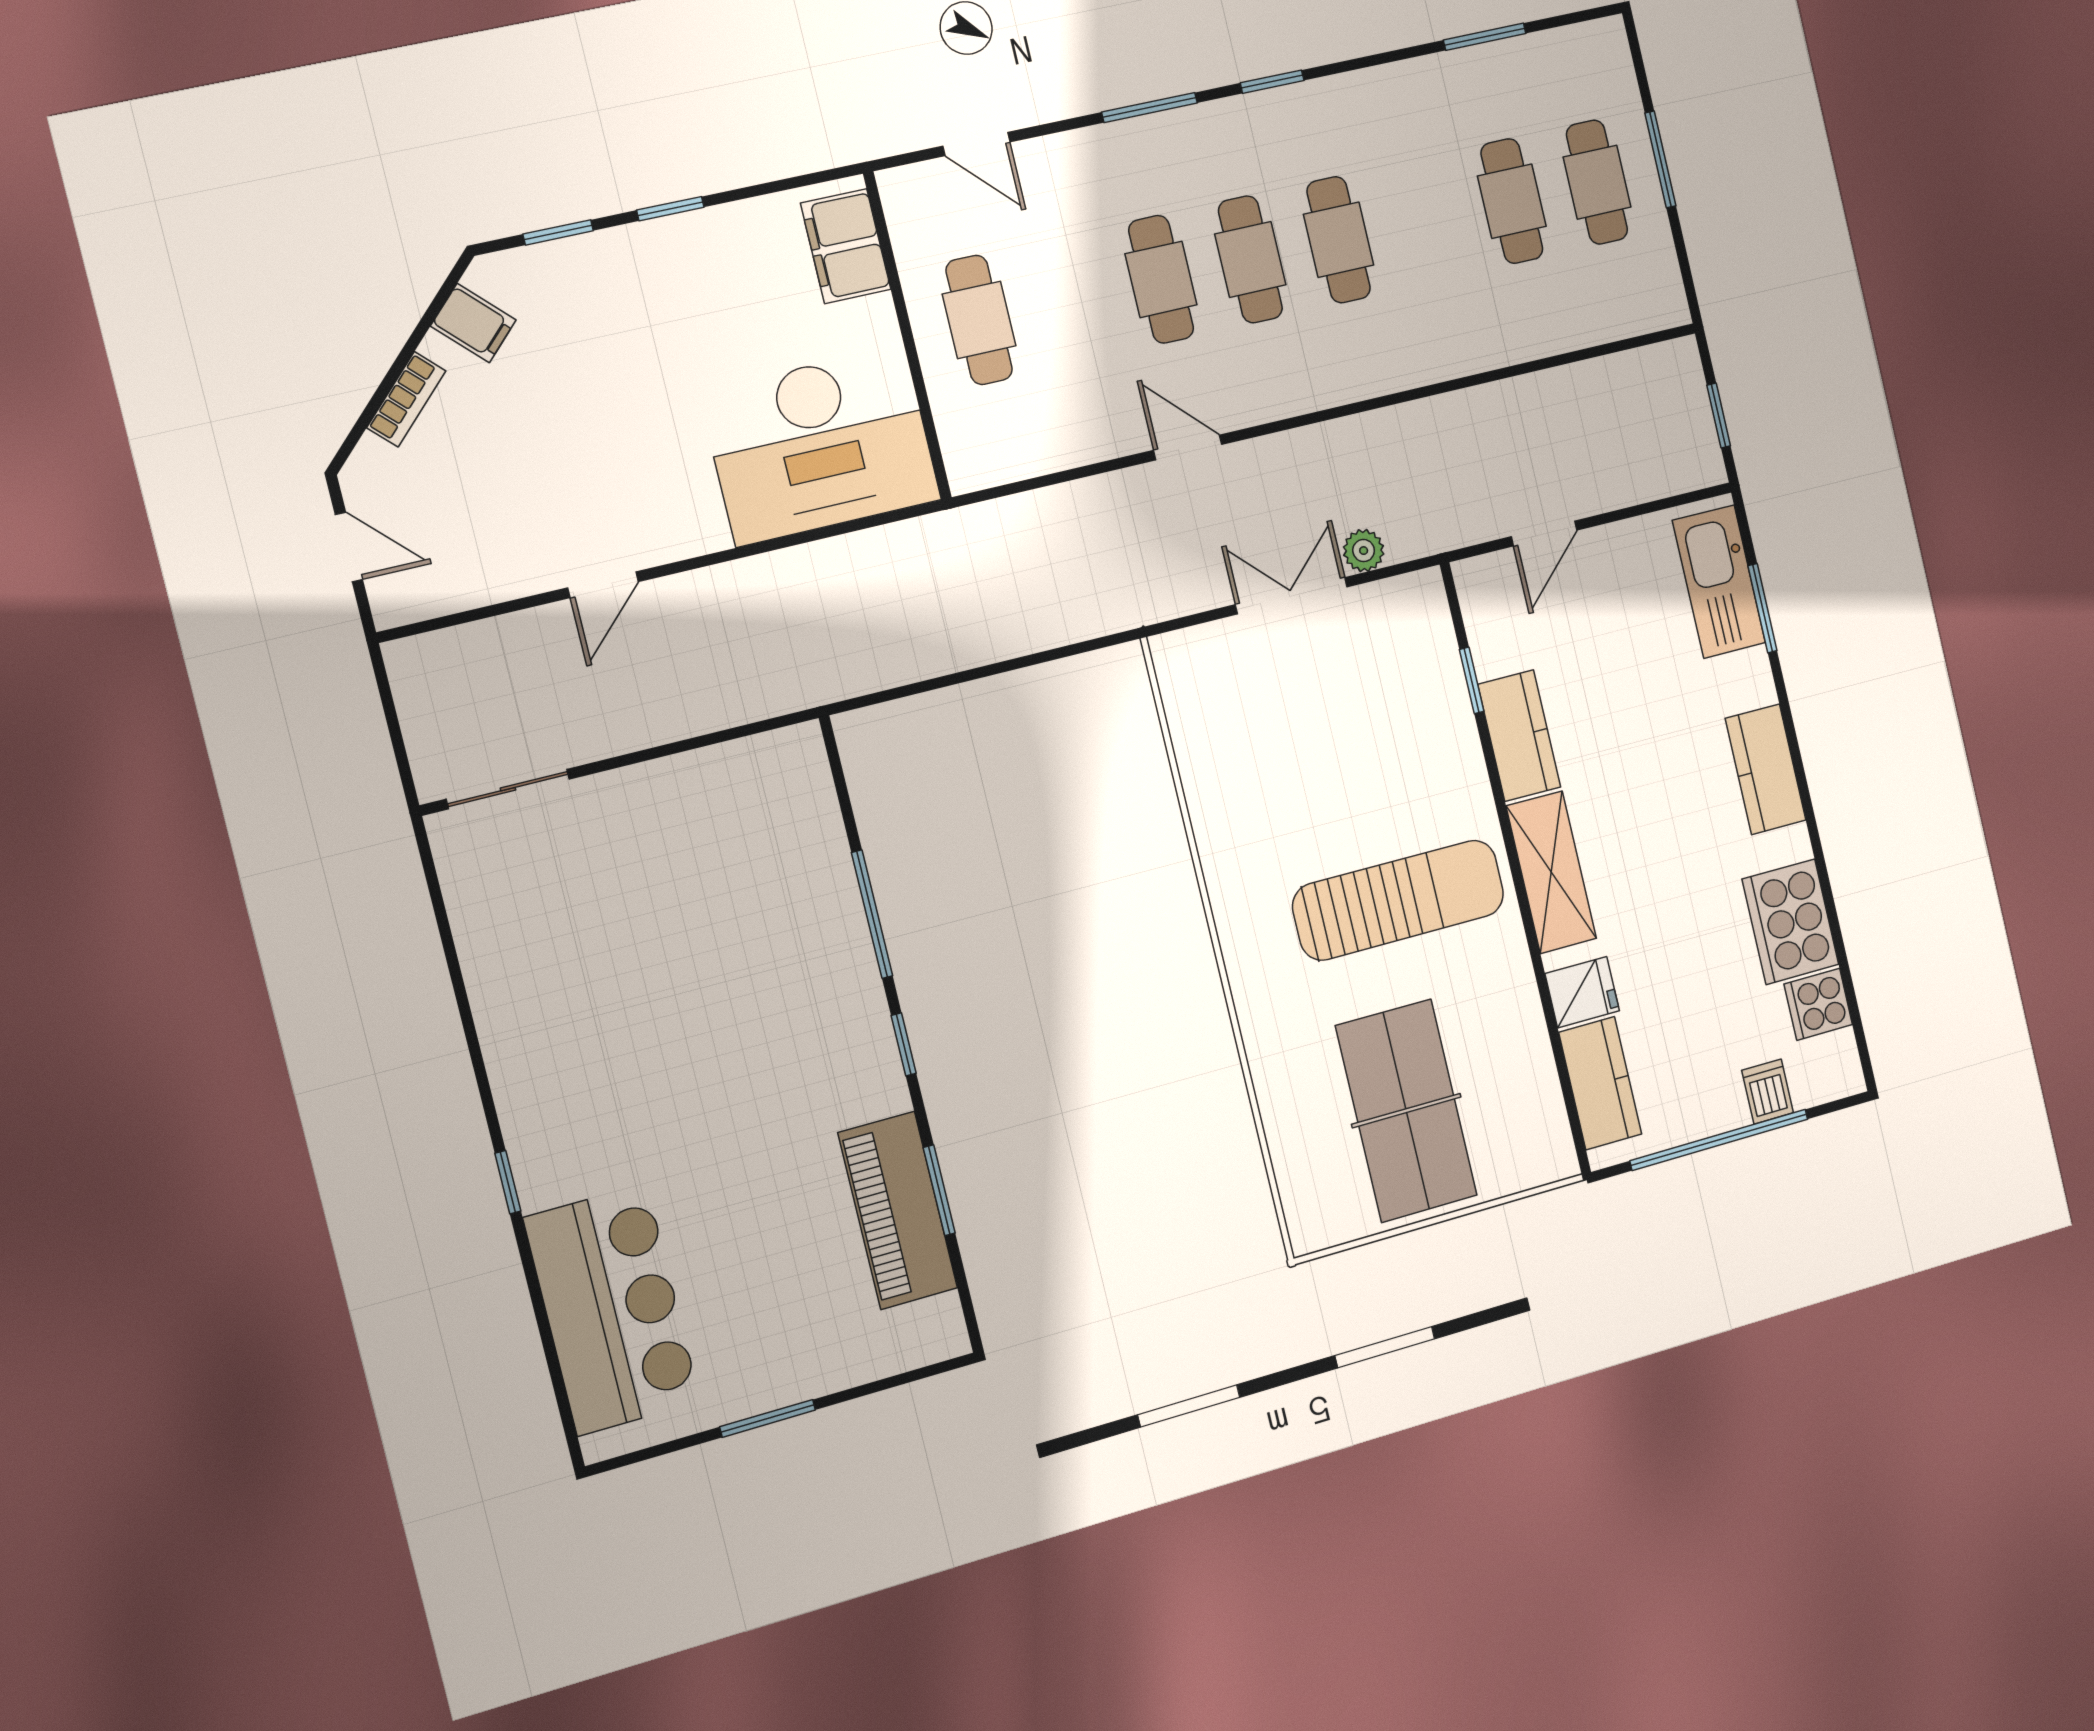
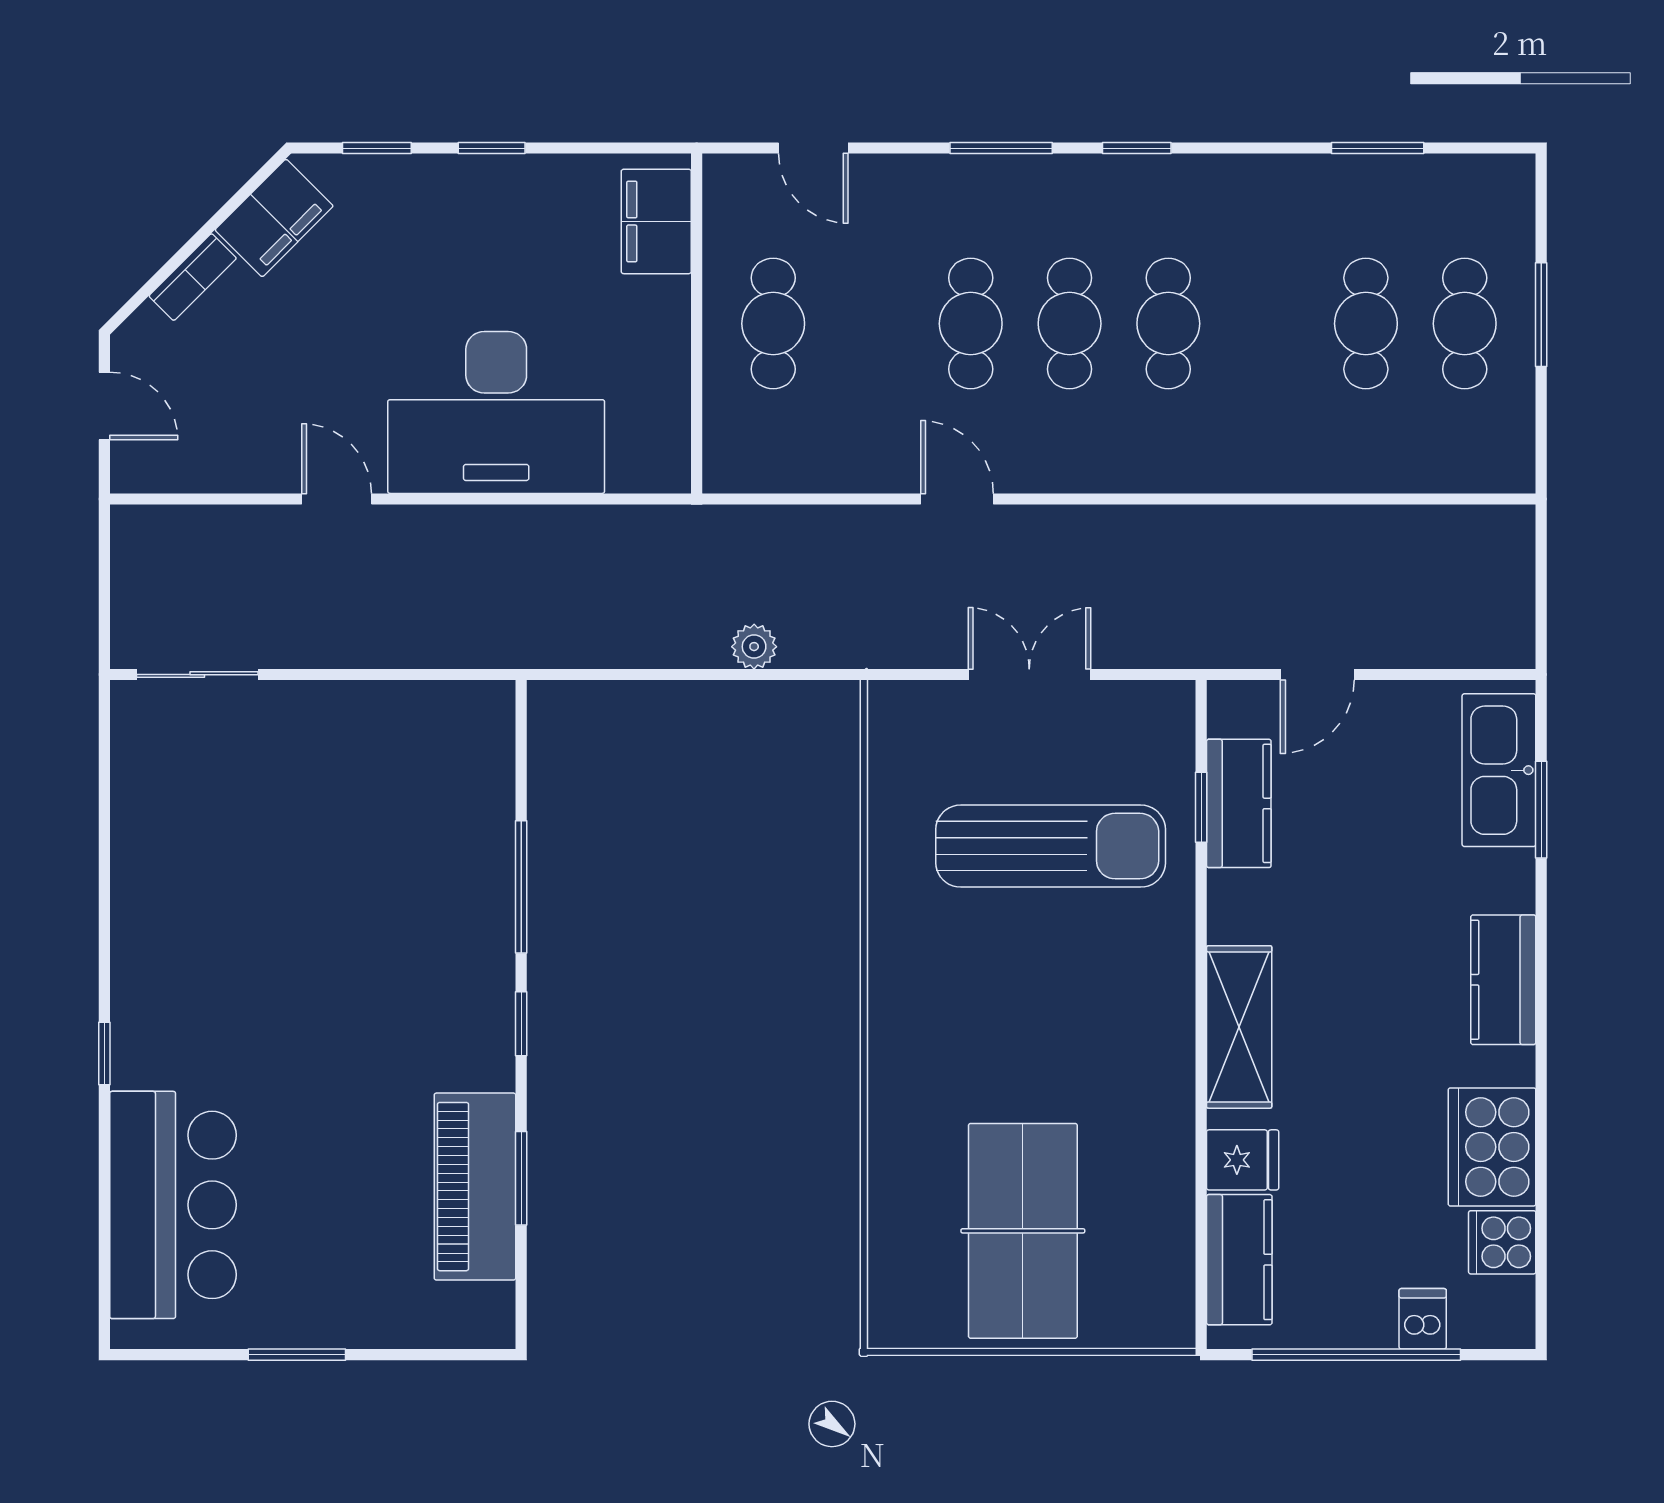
filing cabinet: (473, 323) -> (274, 218), width x2.00
window: (1719, 416) -> (1541, 596), removed
desk: (820, 446) -> (496, 412), moved
plant: (1364, 551) -> (754, 647), moved
door: (603, 585) -> (337, 499), swing flipped
kitchen counter: (1519, 736) -> (1239, 803), moved
sun lounger: (1399, 900) -> (1051, 846), moved

